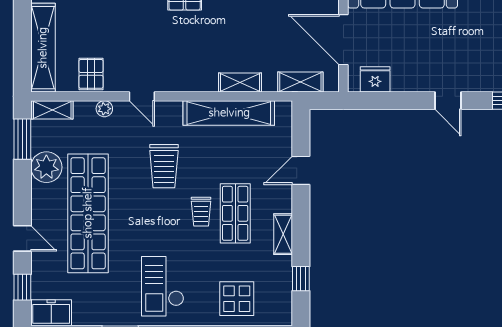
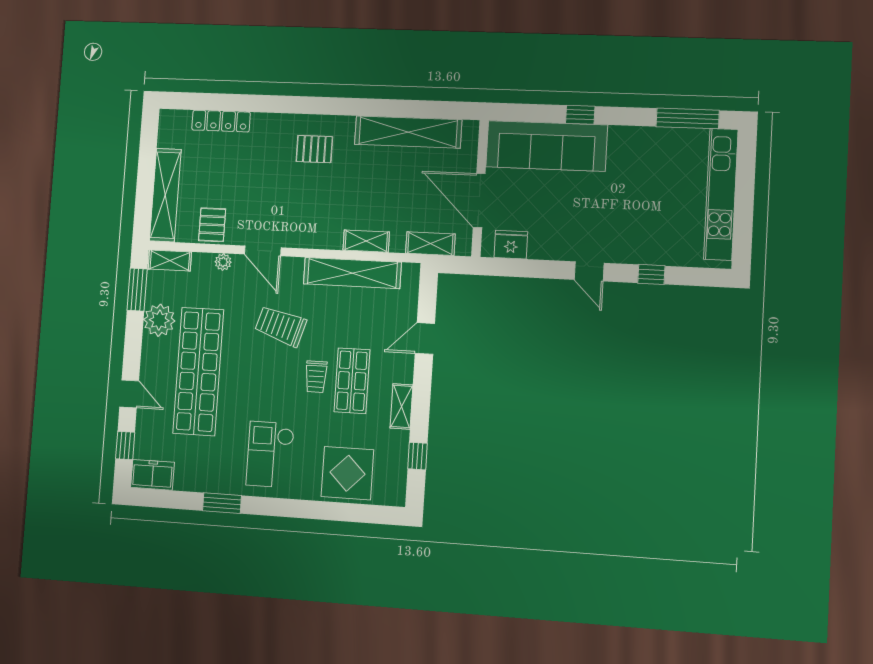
door: (142, 96) -> (263, 251), width x1.38
trolley: (164, 166) -> (280, 326), turned 107
display table: (237, 299) -> (347, 473), width x1.36, depth x1.36

